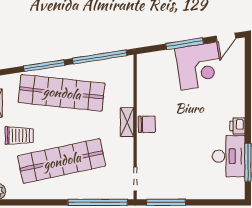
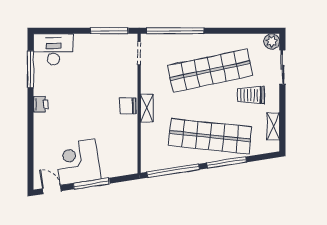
door: (226, 37) -> (52, 190), hinge flipped
desk: (229, 156) -> (53, 49), moved, turned 90

